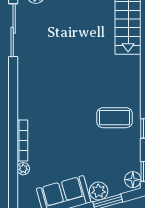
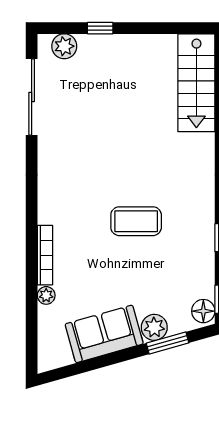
coffee table: (115, 118) -> (136, 221), moved

